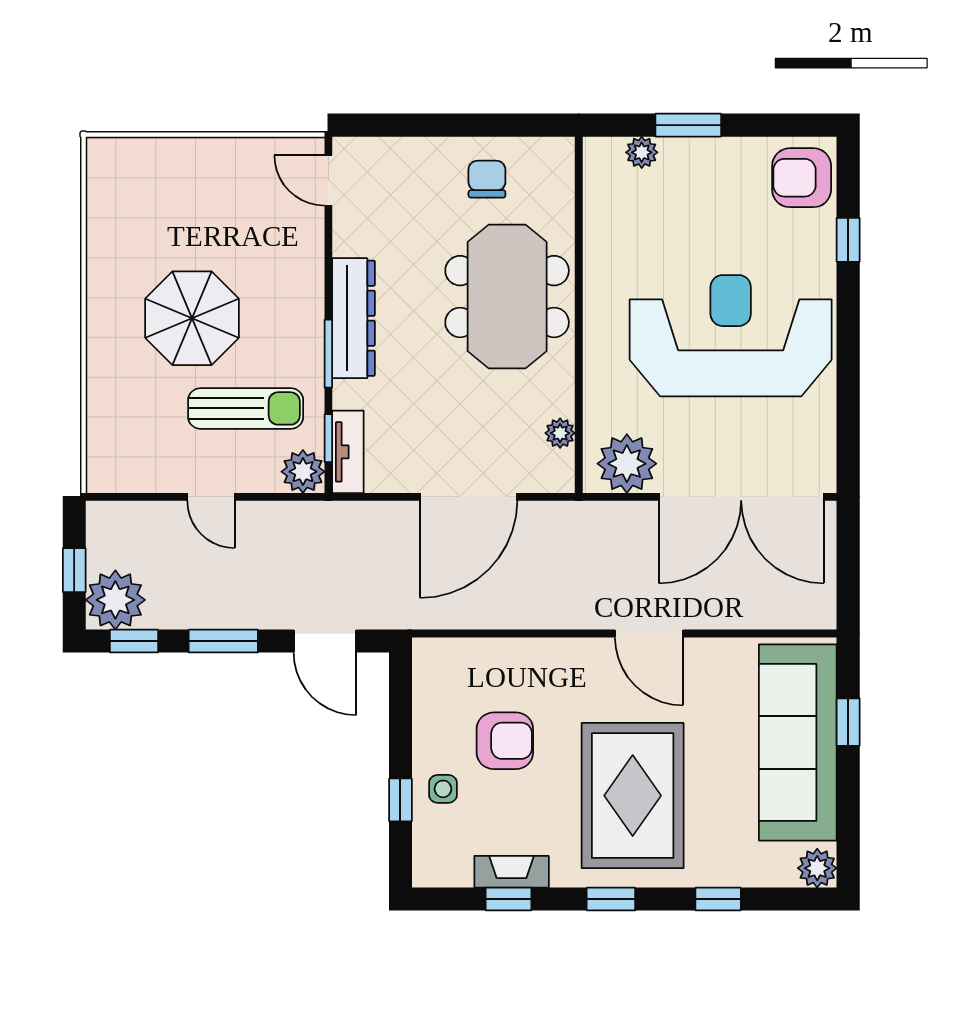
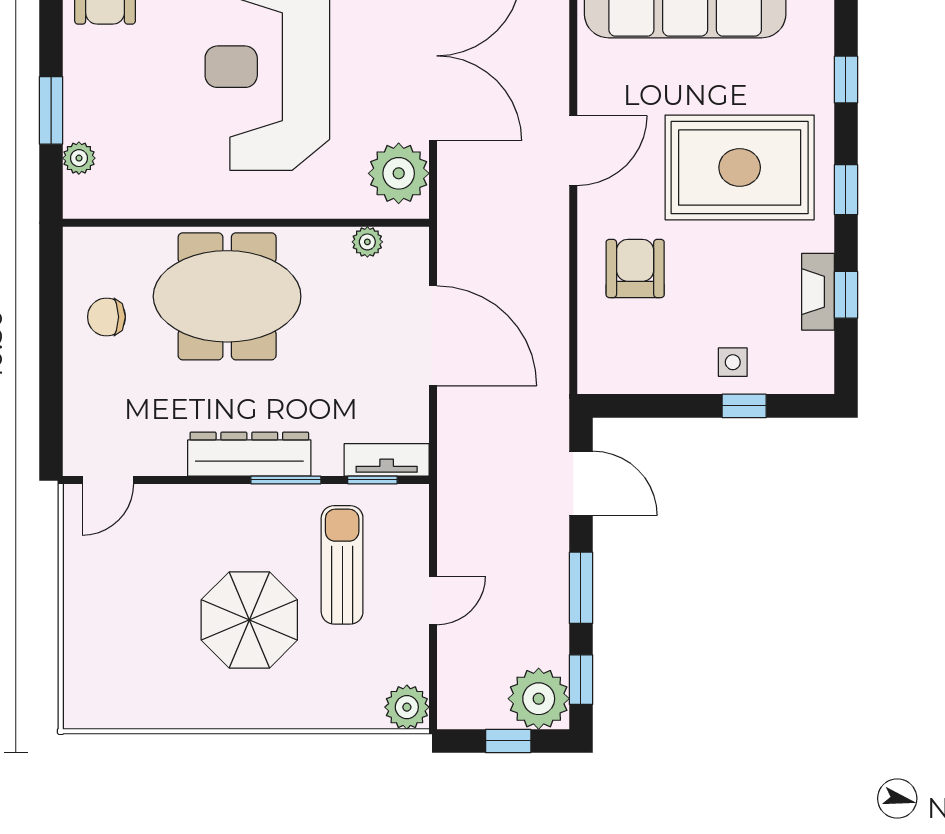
plant: (303, 472) -> (407, 707), moved
door: (325, 641) -> (581, 483), hinge flipped
armchair: (505, 741) -> (635, 268), moved

